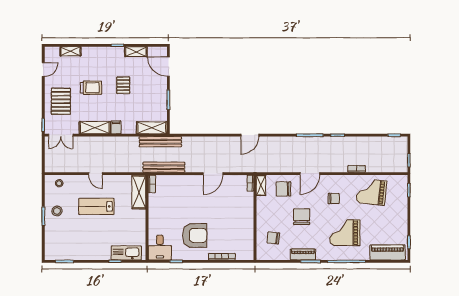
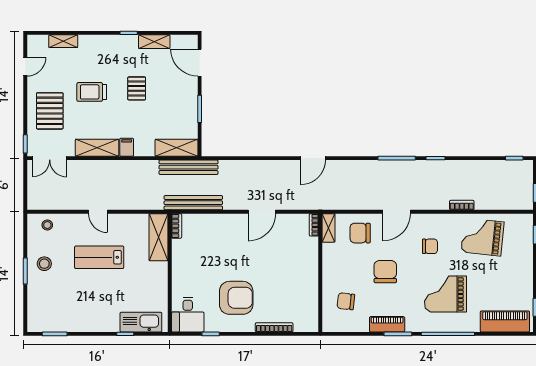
trolley: (91, 88) -> (92, 92), turned 180

